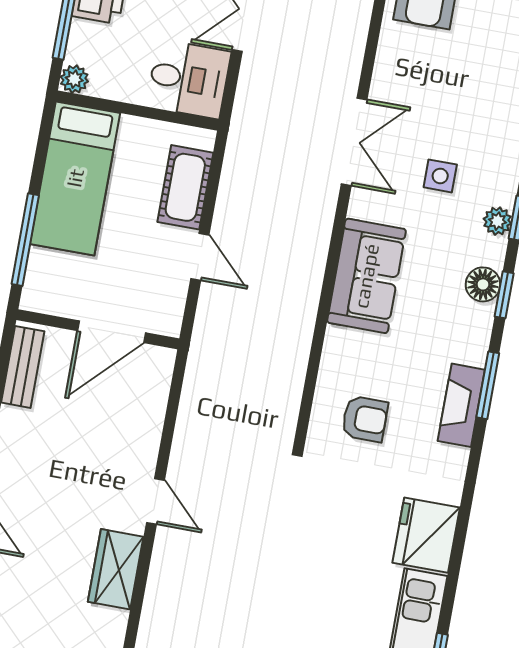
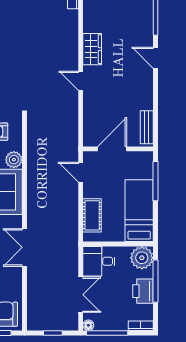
plant: (74, 79) -> (142, 258), width x1.88, depth x1.88
door: (200, 257) -> (81, 172), moved
plant: (342, 348) -> (14, 160), added

